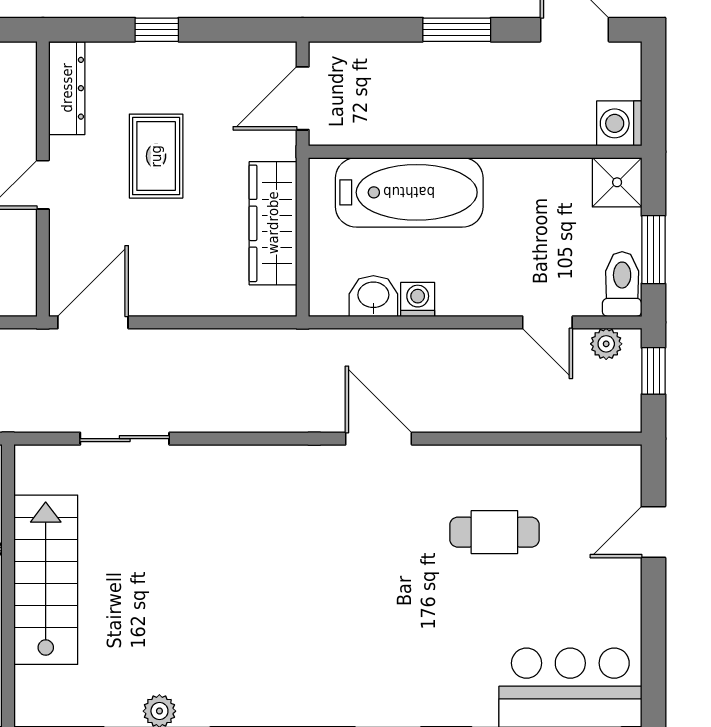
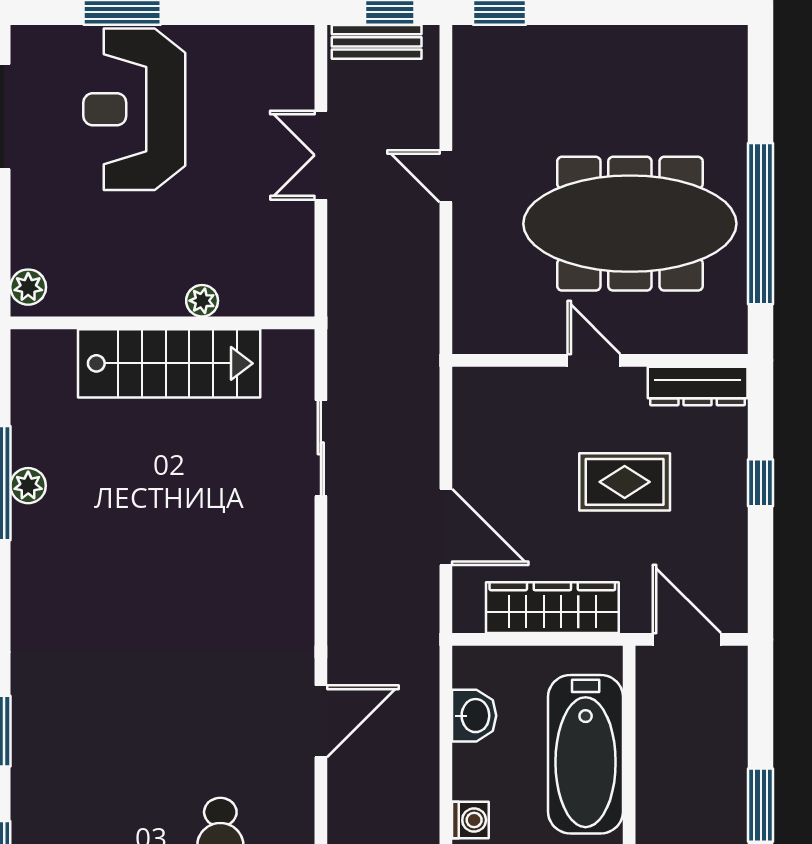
washing machine: (418, 300) -> (470, 820), moved
door: (93, 322) -> (446, 527), moved

